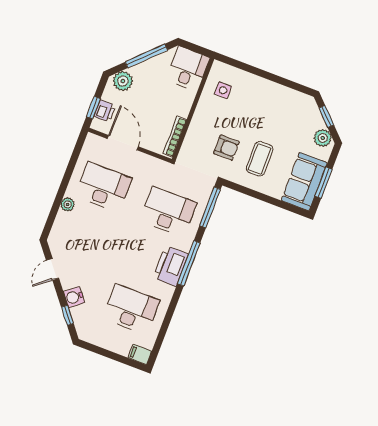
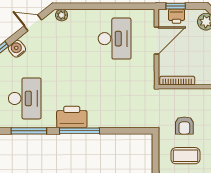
plant: (68, 204) -> (62, 15), moved
window: (210, 207) -> (29, 131), moved
desk: (168, 212) -> (115, 98), removed

